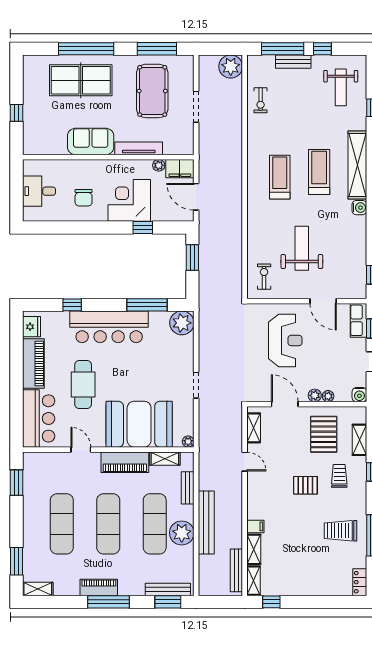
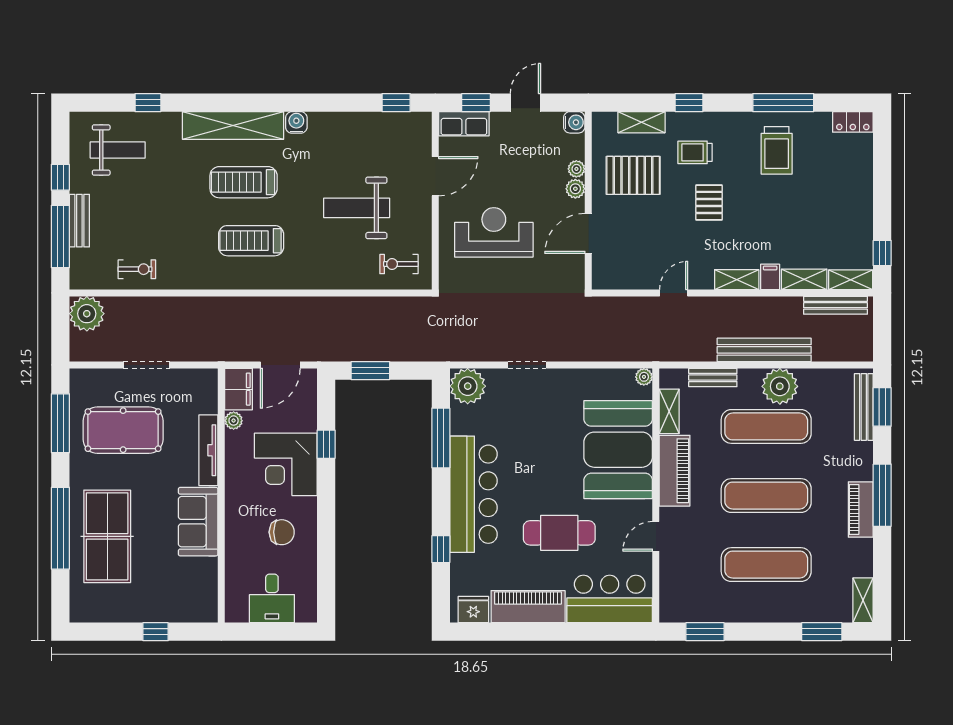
doorway: (196, 385) -> (527, 365), moved
shelving: (254, 428) -> (737, 280), moved

